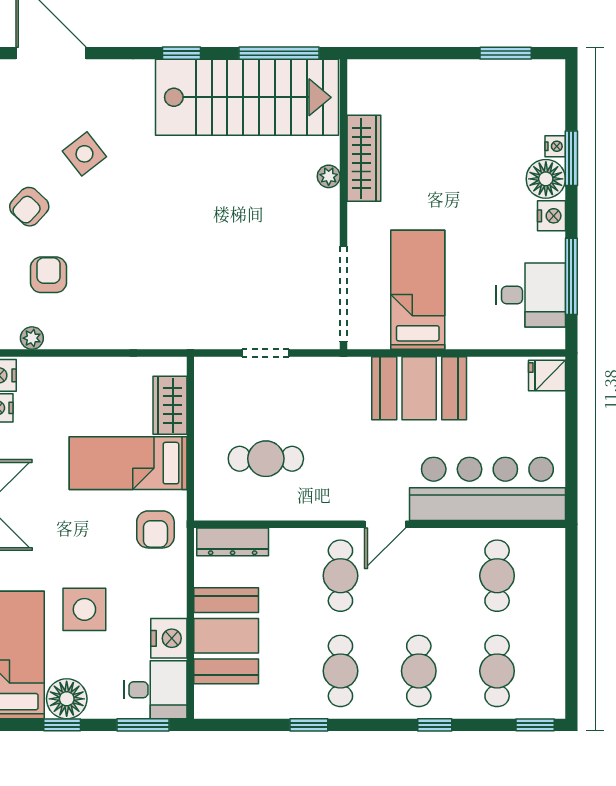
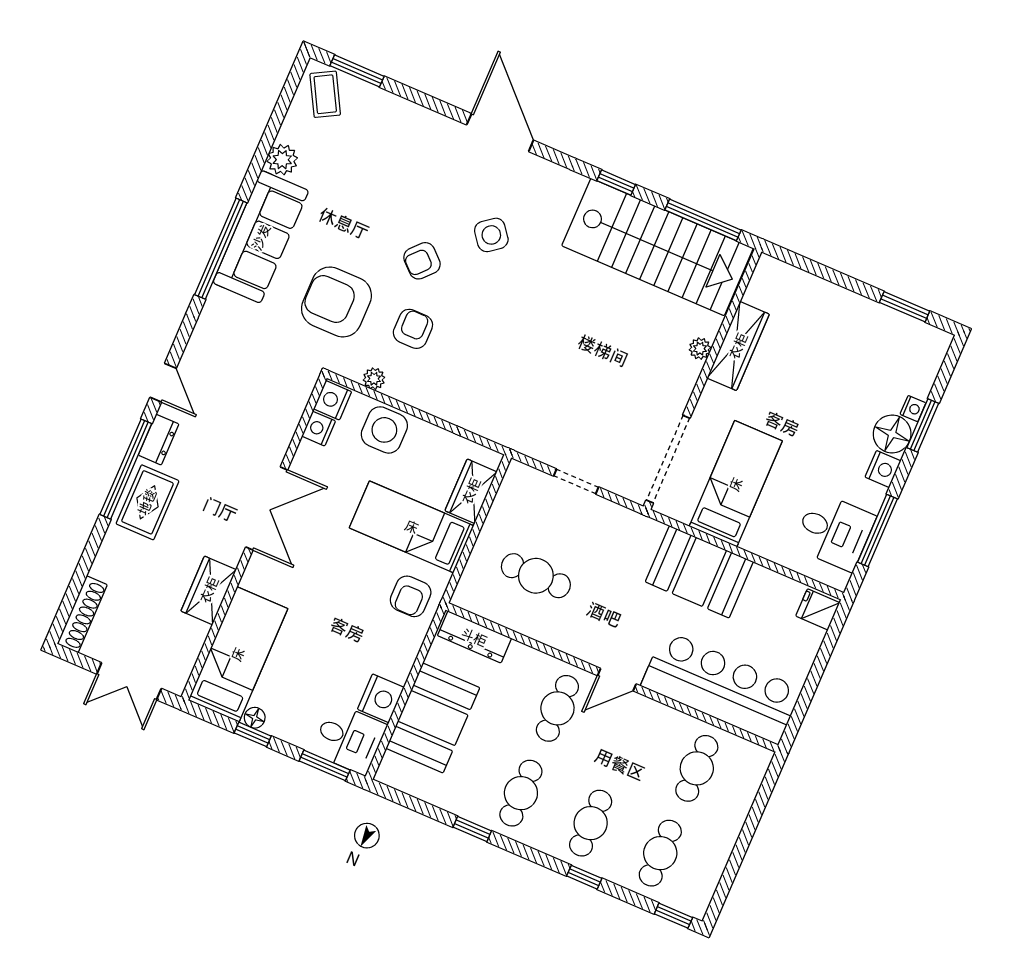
side table: (84, 609) -> (384, 430), moved
floor lamp: (67, 699) -> (255, 718), width x0.53, depth x0.53

